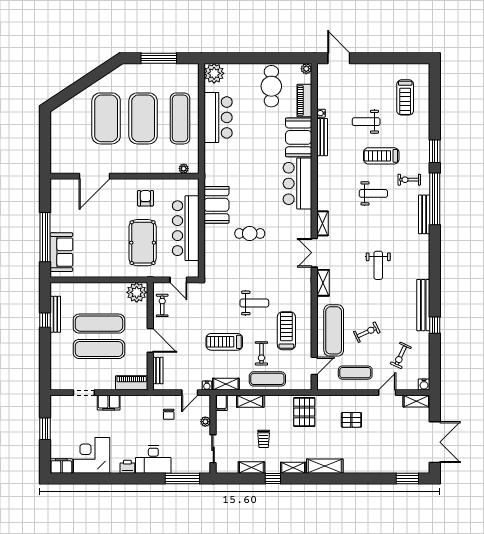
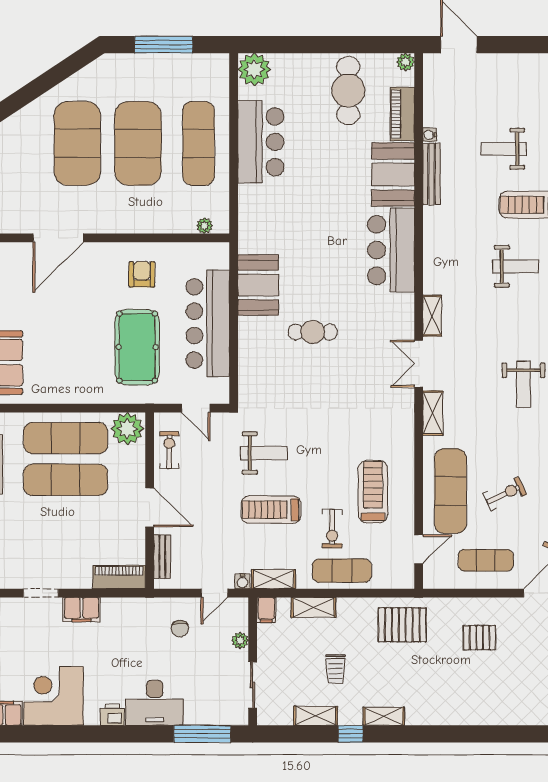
weight bench: (254, 303) -> (264, 453), moved
exercise mat: (99, 349) -> (66, 438), moved
pallet: (304, 412) -> (402, 625), turned 90
shelving: (325, 466) -> (436, 714), removed

